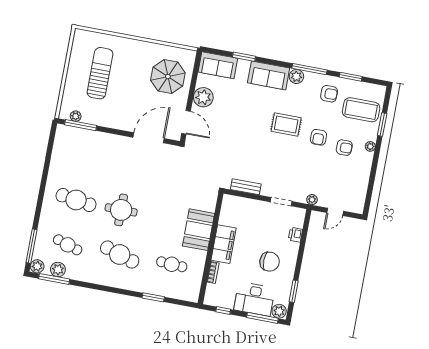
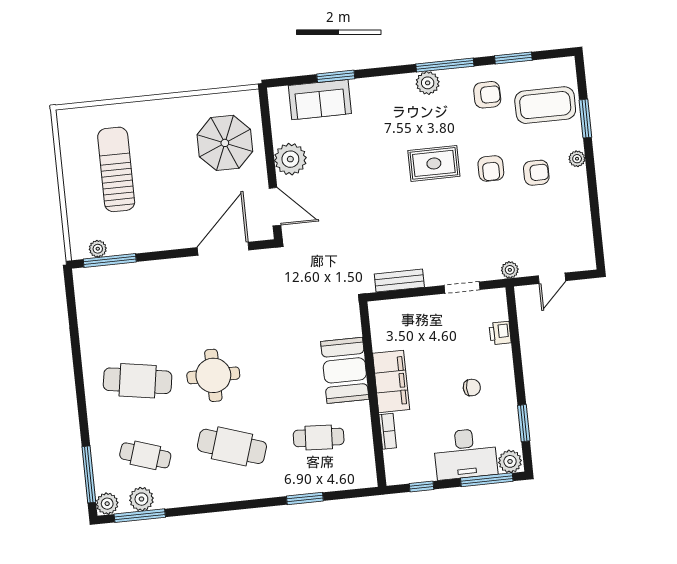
sofa: (218, 65) -> (320, 100), moved
sofa: (269, 75) -> (383, 94), removed
chair: (270, 262) -> (472, 388), width x0.54, depth x0.54

